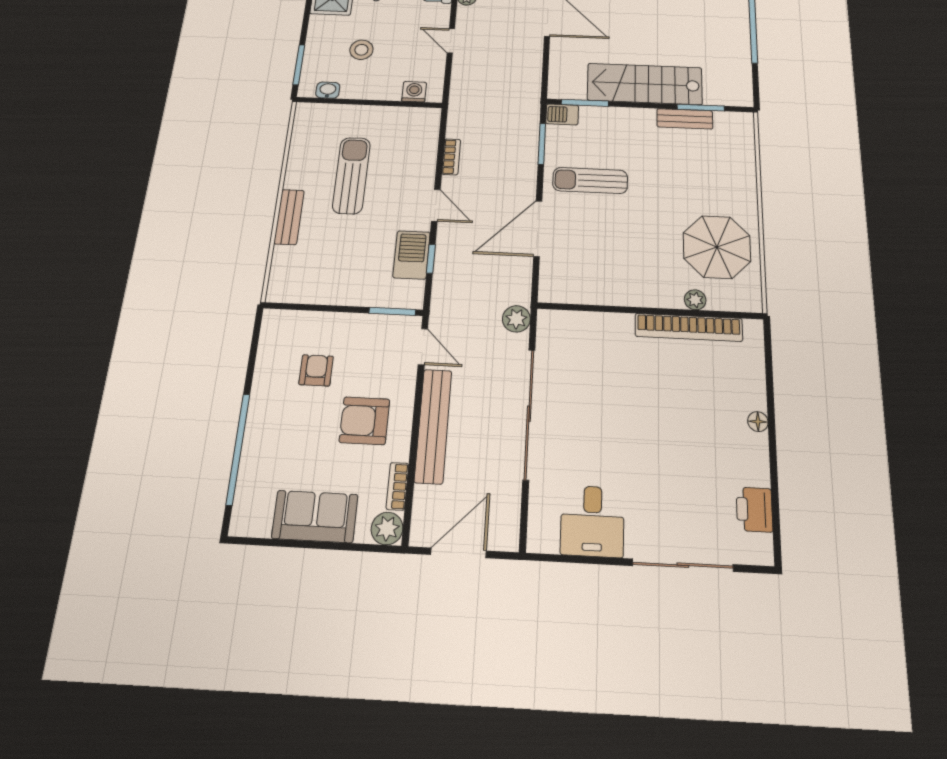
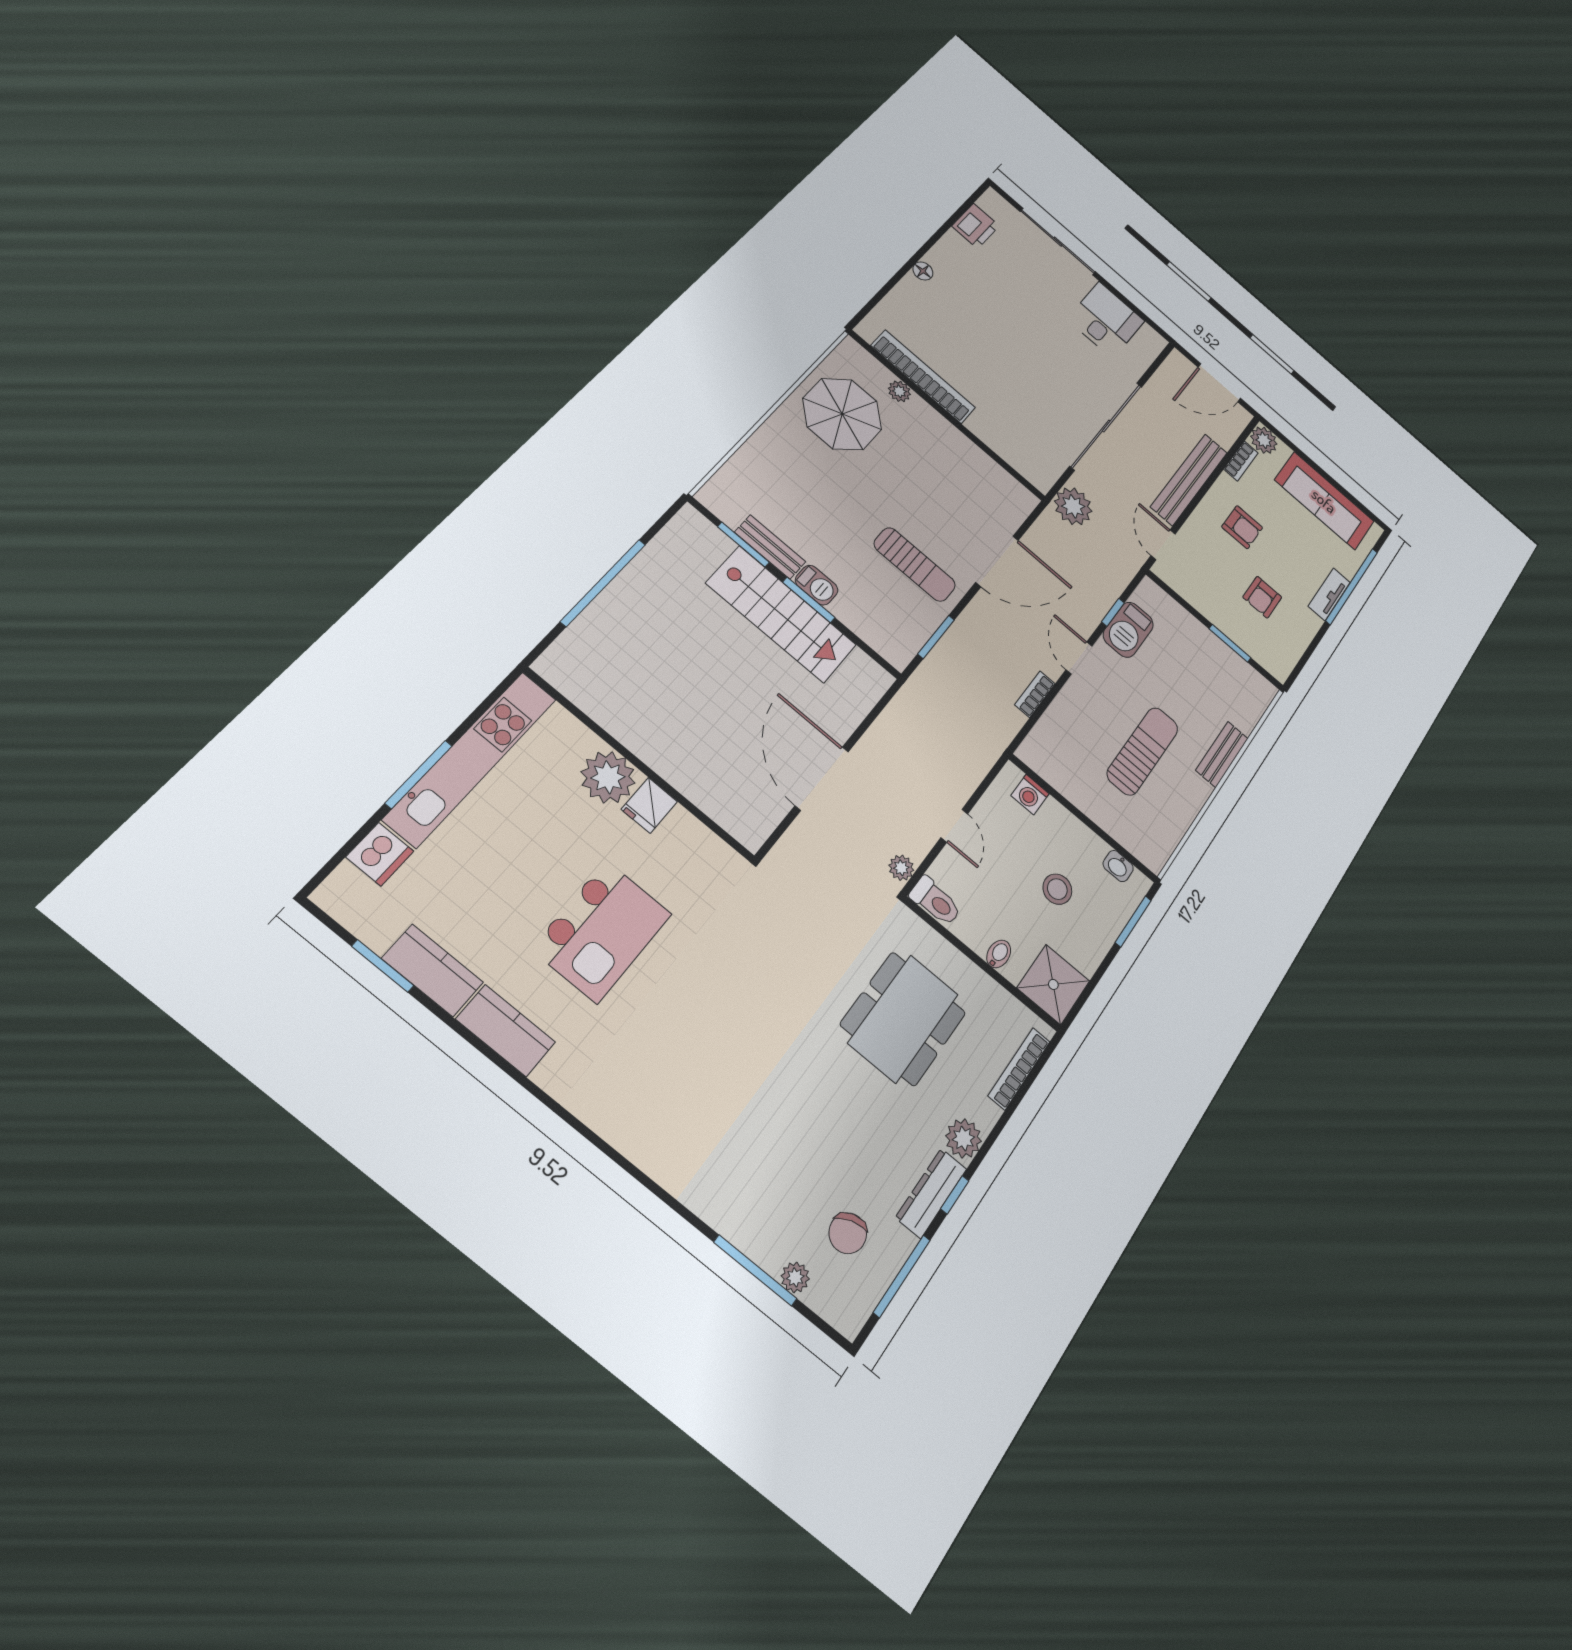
window: (585, 103) -> (809, 600), moved
barbecue: (562, 114) -> (817, 585), moved
sun lounger: (351, 175) -> (1143, 751), turned 180
window: (392, 311) -> (1230, 643), moved
plant: (516, 319) -> (1073, 506), width x1.36, depth x1.36
armchair: (364, 421) -> (1242, 527), width x0.72, depth x0.72
tv unit: (256, 423) -> (1329, 594), added
sofa: (315, 516) -> (1324, 501), width x1.36

